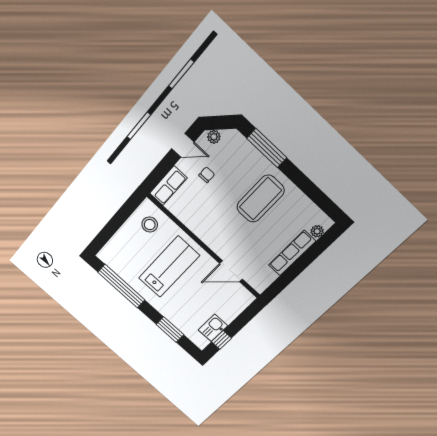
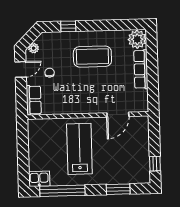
window: (267, 148) -> (68, 26), width x0.46
coffee table: (260, 199) -> (92, 57), turned 90
stool: (150, 225) -> (44, 134), removed
plant: (317, 231) -> (137, 39), width x1.88, depth x1.88
kitchen sink: (213, 328) -> (39, 179), moved, turned 90

